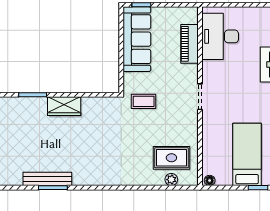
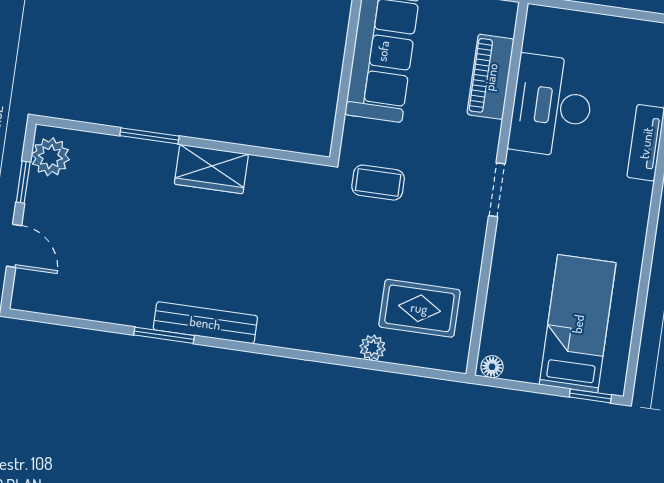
desk: (220, 36) -> (552, 106), moved
bench: (47, 179) -> (205, 323), moved
plant: (171, 180) -> (373, 348), moved

